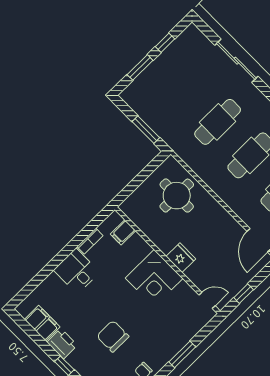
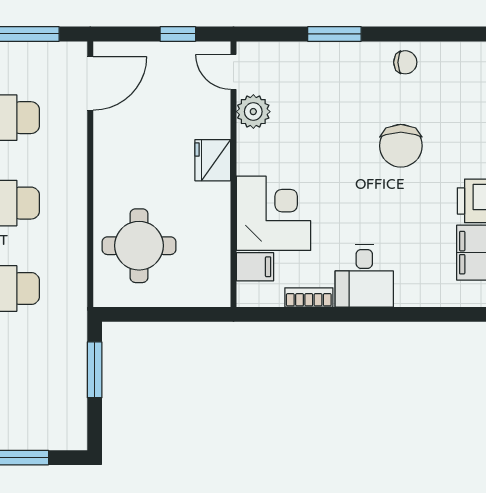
corner desk: (154, 278) -> (274, 213), moved
plant: (184, 292) -> (253, 112), added

